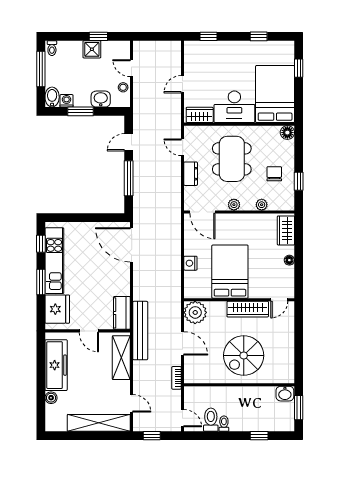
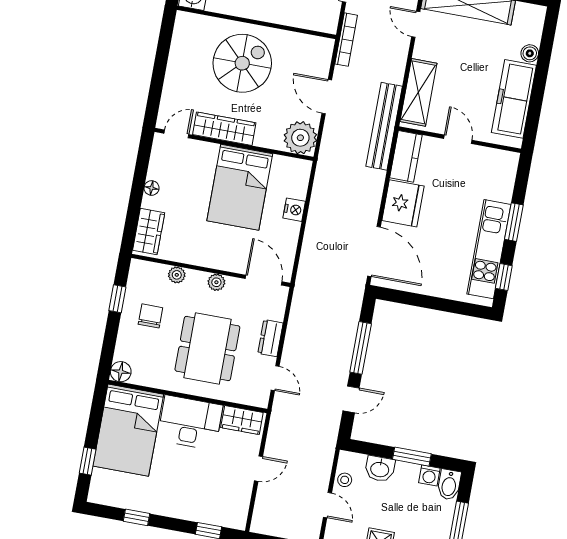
chair: (274, 174) -> (150, 316), turned 180
fridge: (57, 309) -> (403, 203), moved, turned 180
bookcase: (177, 378) -> (346, 40), width x1.56

